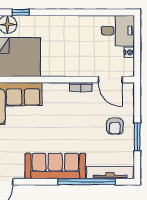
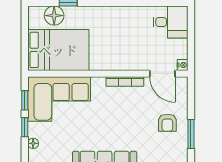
nightstand: (129, 52) -> (183, 65), moved
bookcase: (81, 87) -> (125, 81), width x1.56

